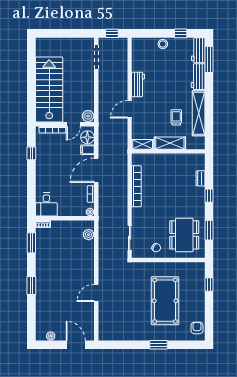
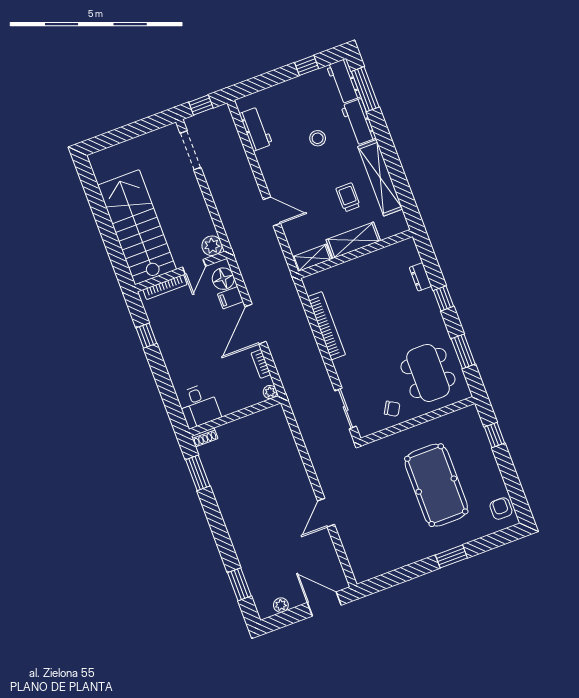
stool: (163, 44) -> (318, 138), moved
workbench: (138, 84) -> (256, 129), moved
door: (130, 109) -> (272, 211), swing flipped
plant: (89, 235) -> (281, 427), removed
window: (31, 285) -> (239, 584), moved

